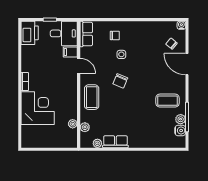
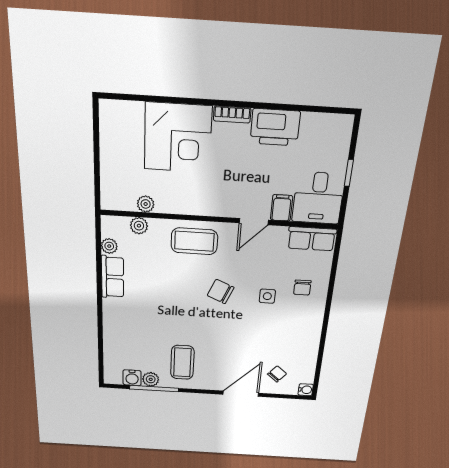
printer: (30, 33) -> (275, 127), moved

